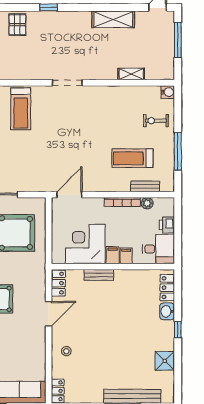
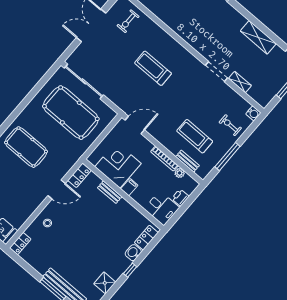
doorway: (67, 83) -> (217, 72), moved
treadmill: (21, 109) -> (153, 68), moved, turned 90
filing cabinet: (126, 256) -> (138, 195), removed

